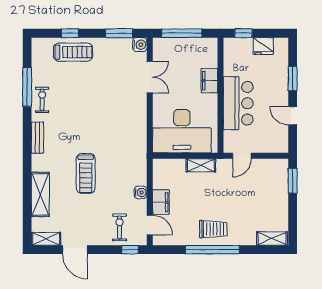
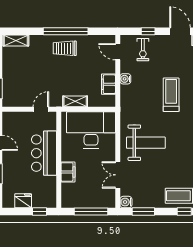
weight bench: (116, 116) -> (146, 143), added
filing cabinet: (161, 202) -> (108, 84), moved
window: (130, 250) -> (148, 31), moved

